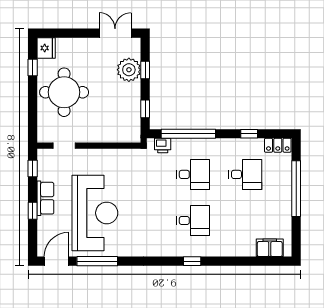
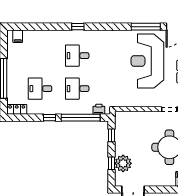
window: (249, 134) -> (49, 118), moved
filing cabinet: (270, 248) -> (18, 36), width x0.50

